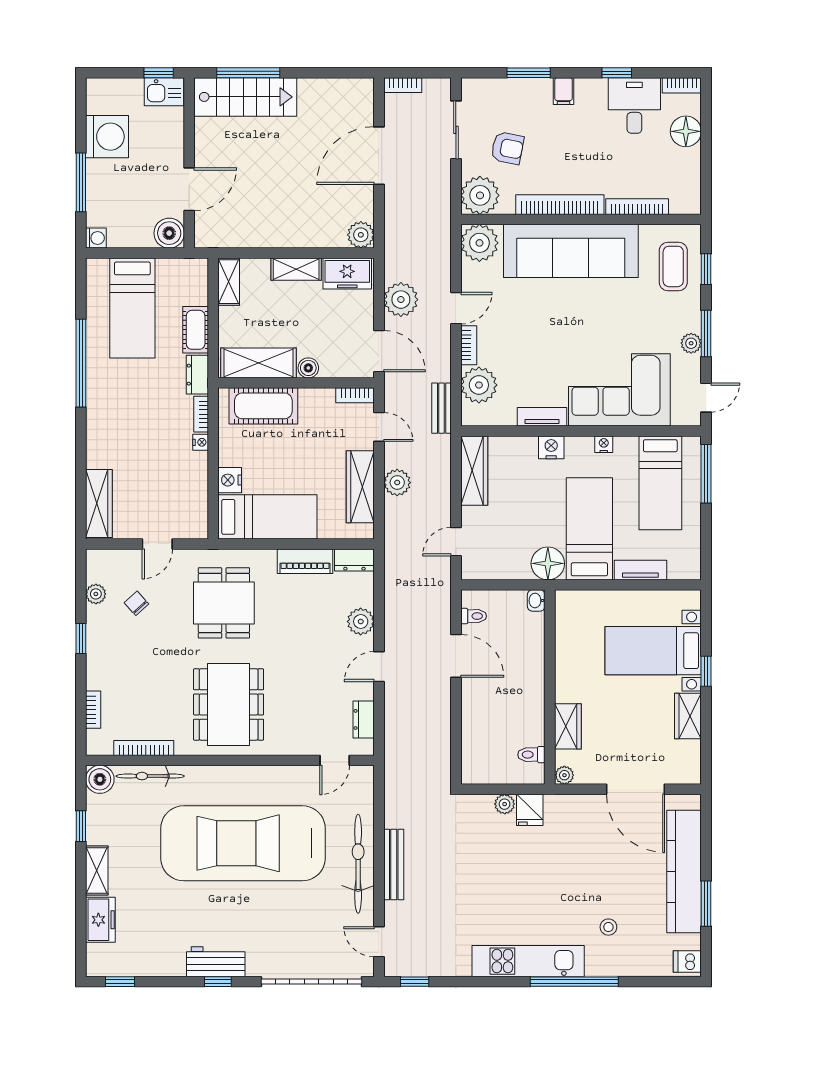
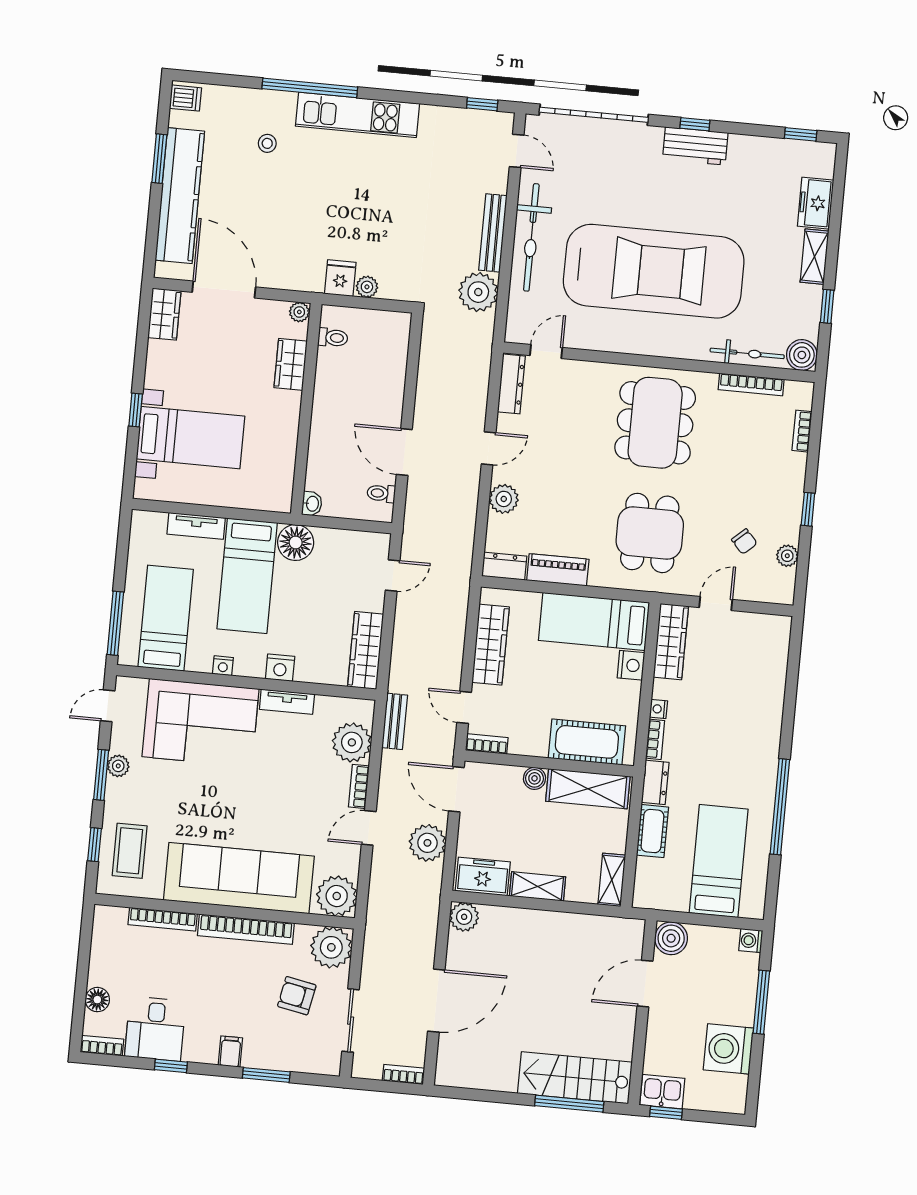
floor lamp: (686, 131) -> (97, 1000), width x0.73, depth x0.73
plant: (397, 483) -> (478, 292), moved, width x1.36, depth x1.36
wardrobe: (99, 504) -> (671, 642), moved, turned 180
wardrobe: (688, 716) -> (164, 314), moved
dresser: (364, 719) -> (511, 384), width x1.44

